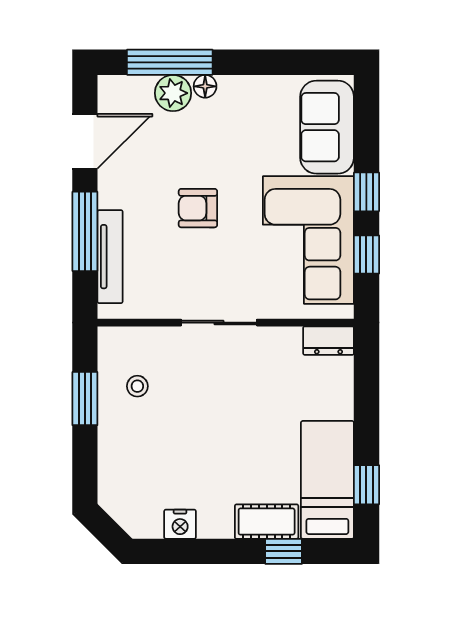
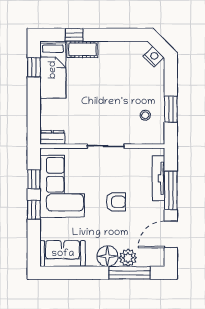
floor lamp: (205, 86) -> (107, 256), width x1.89, depth x1.89
sofa: (327, 127) -> (63, 254), moved, turned -90
nightstand: (180, 524) -> (153, 57), moved, turned 45

